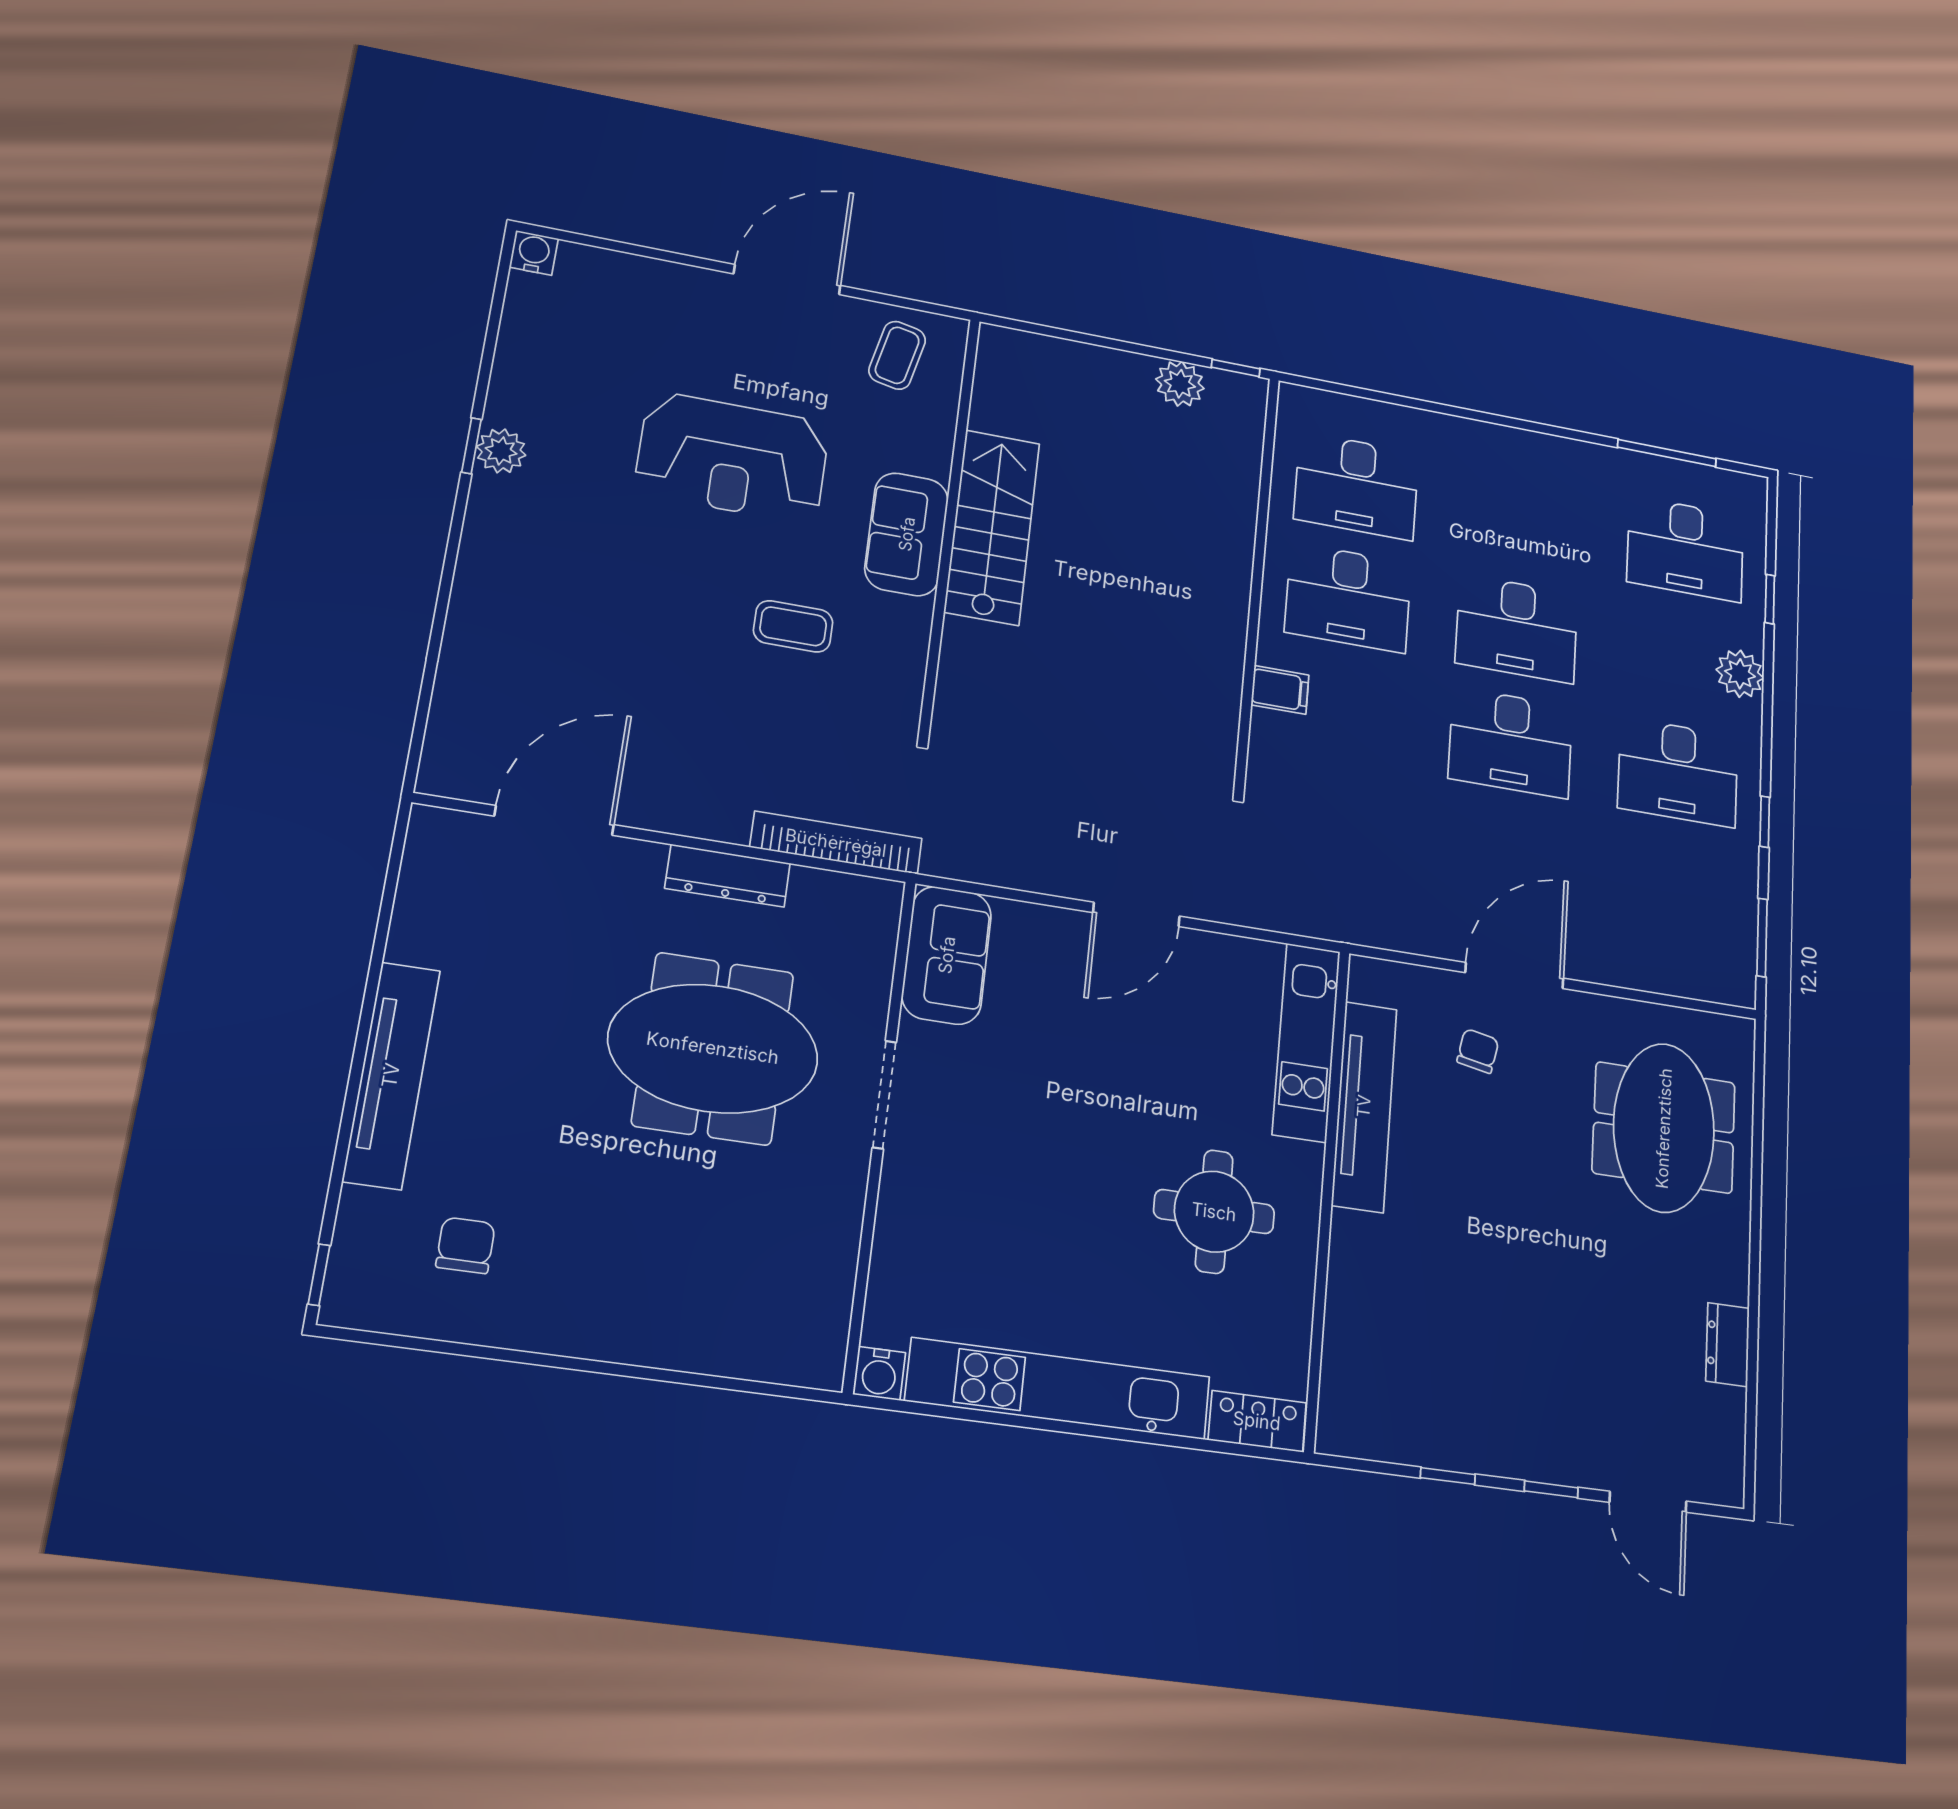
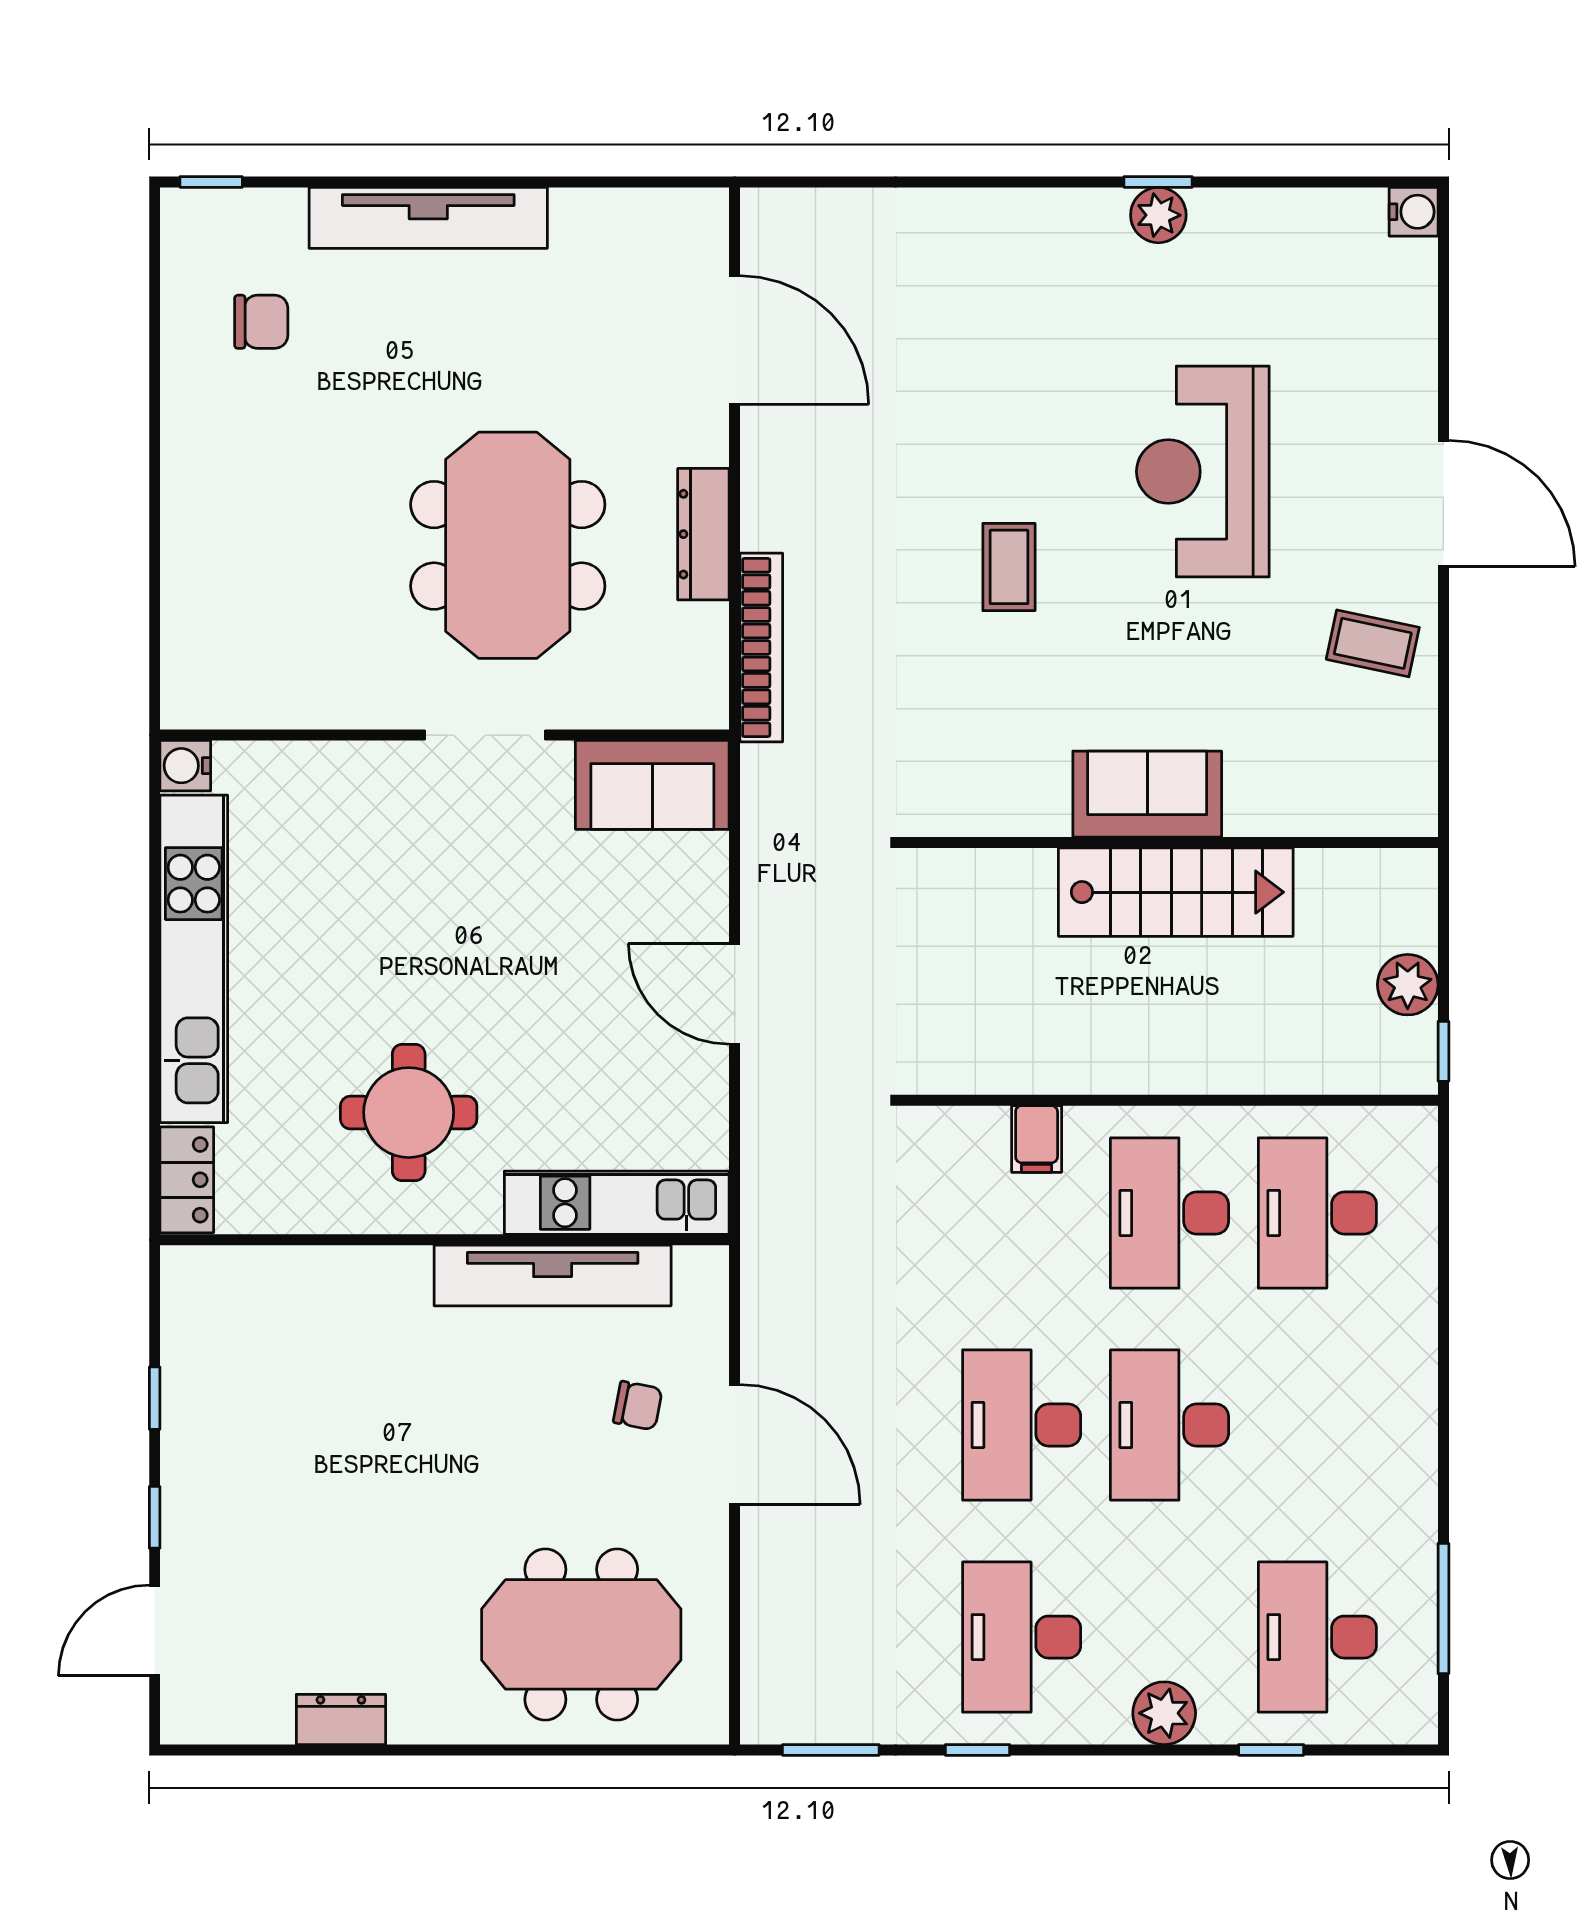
wall: (950, 524) -> (1170, 842), moved
stairs: (992, 527) -> (1176, 892), moved
sofa: (907, 534) -> (1147, 794), moved

